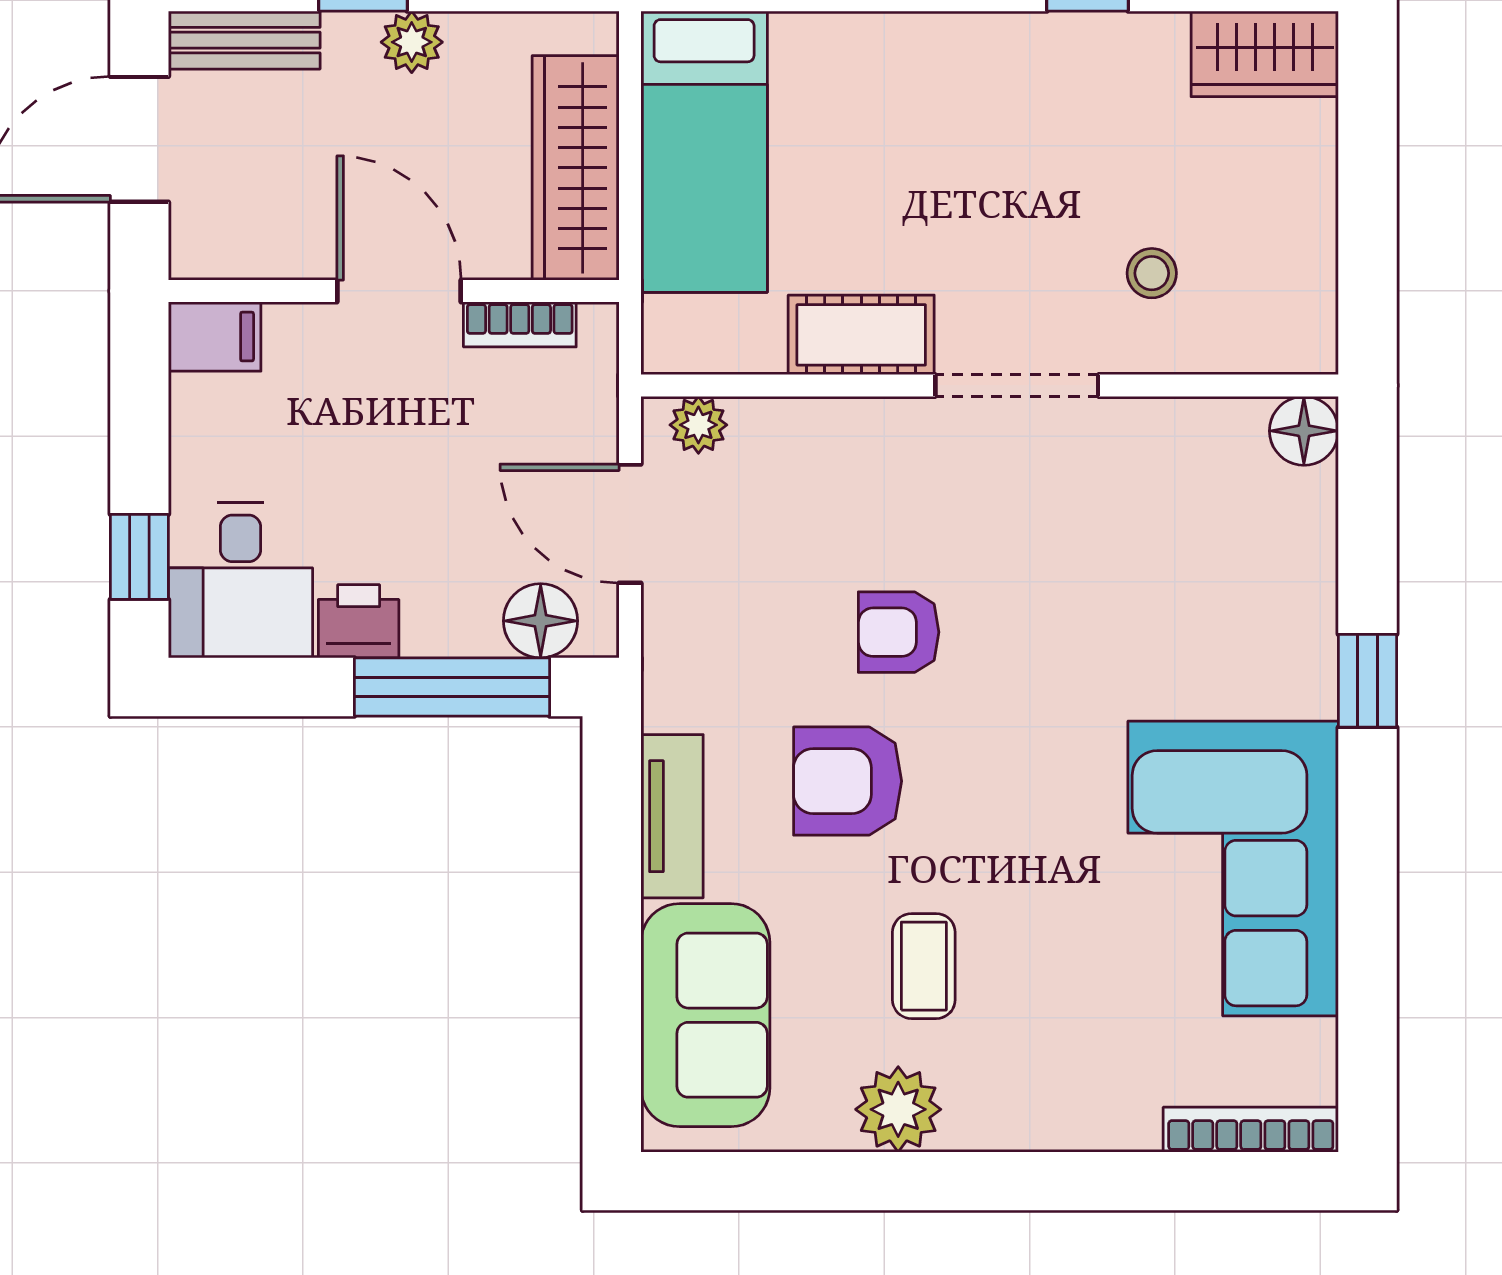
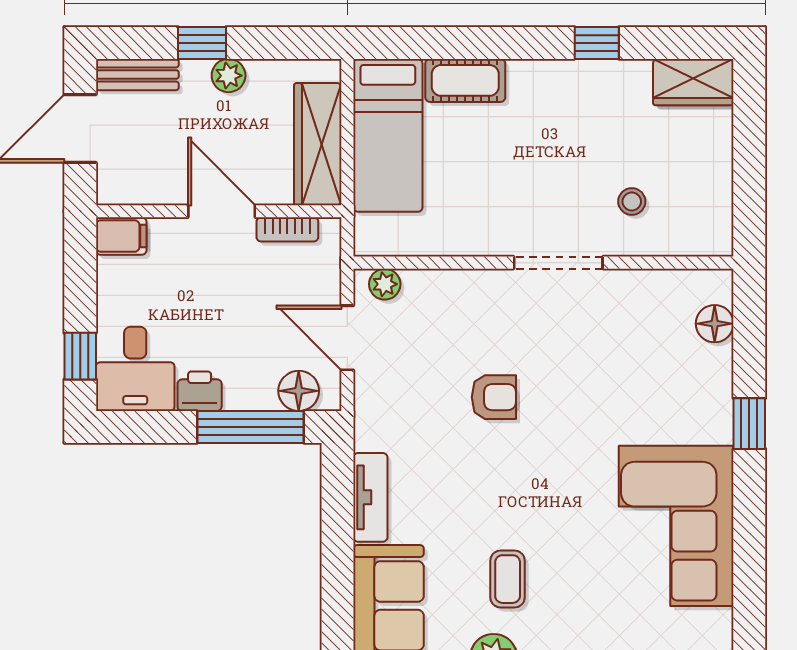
cot: (861, 335) -> (465, 80), moved
floor lamp: (1304, 431) -> (715, 324), moved
armchair: (899, 632) -> (494, 397), turned 180
armchair: (848, 781) -> (466, 478), removed

